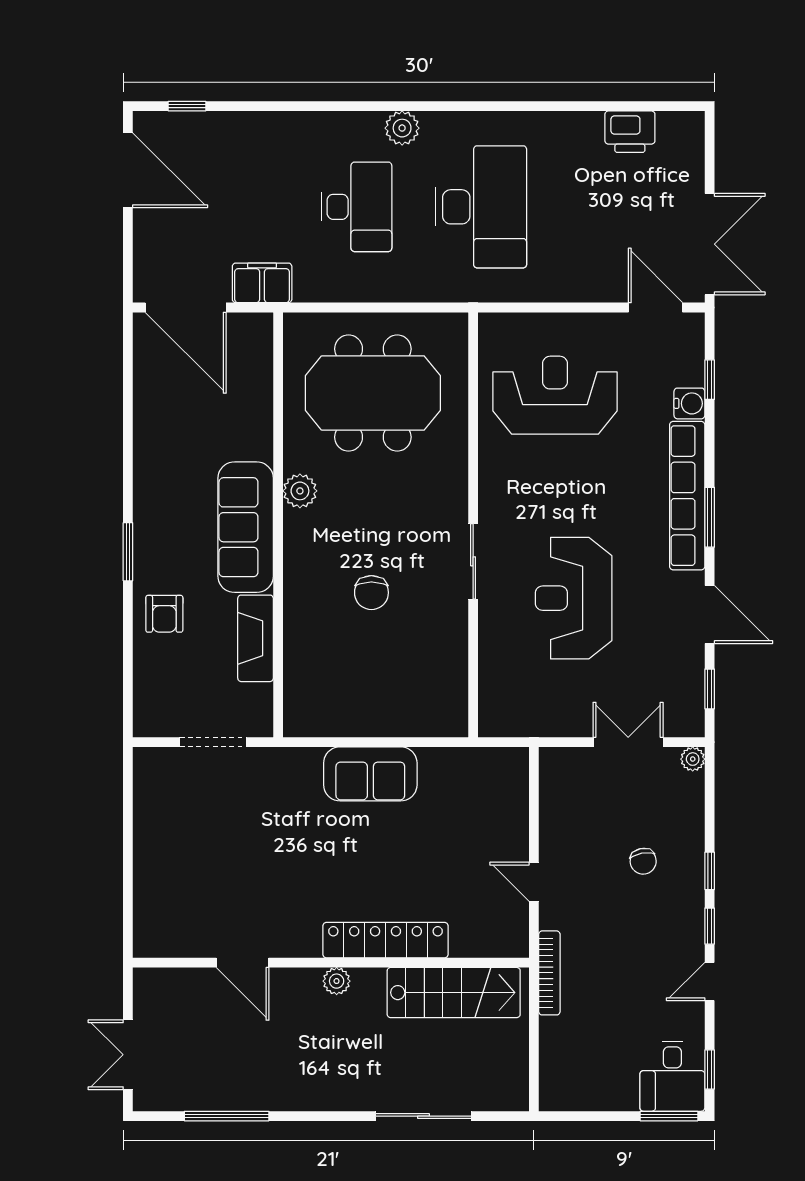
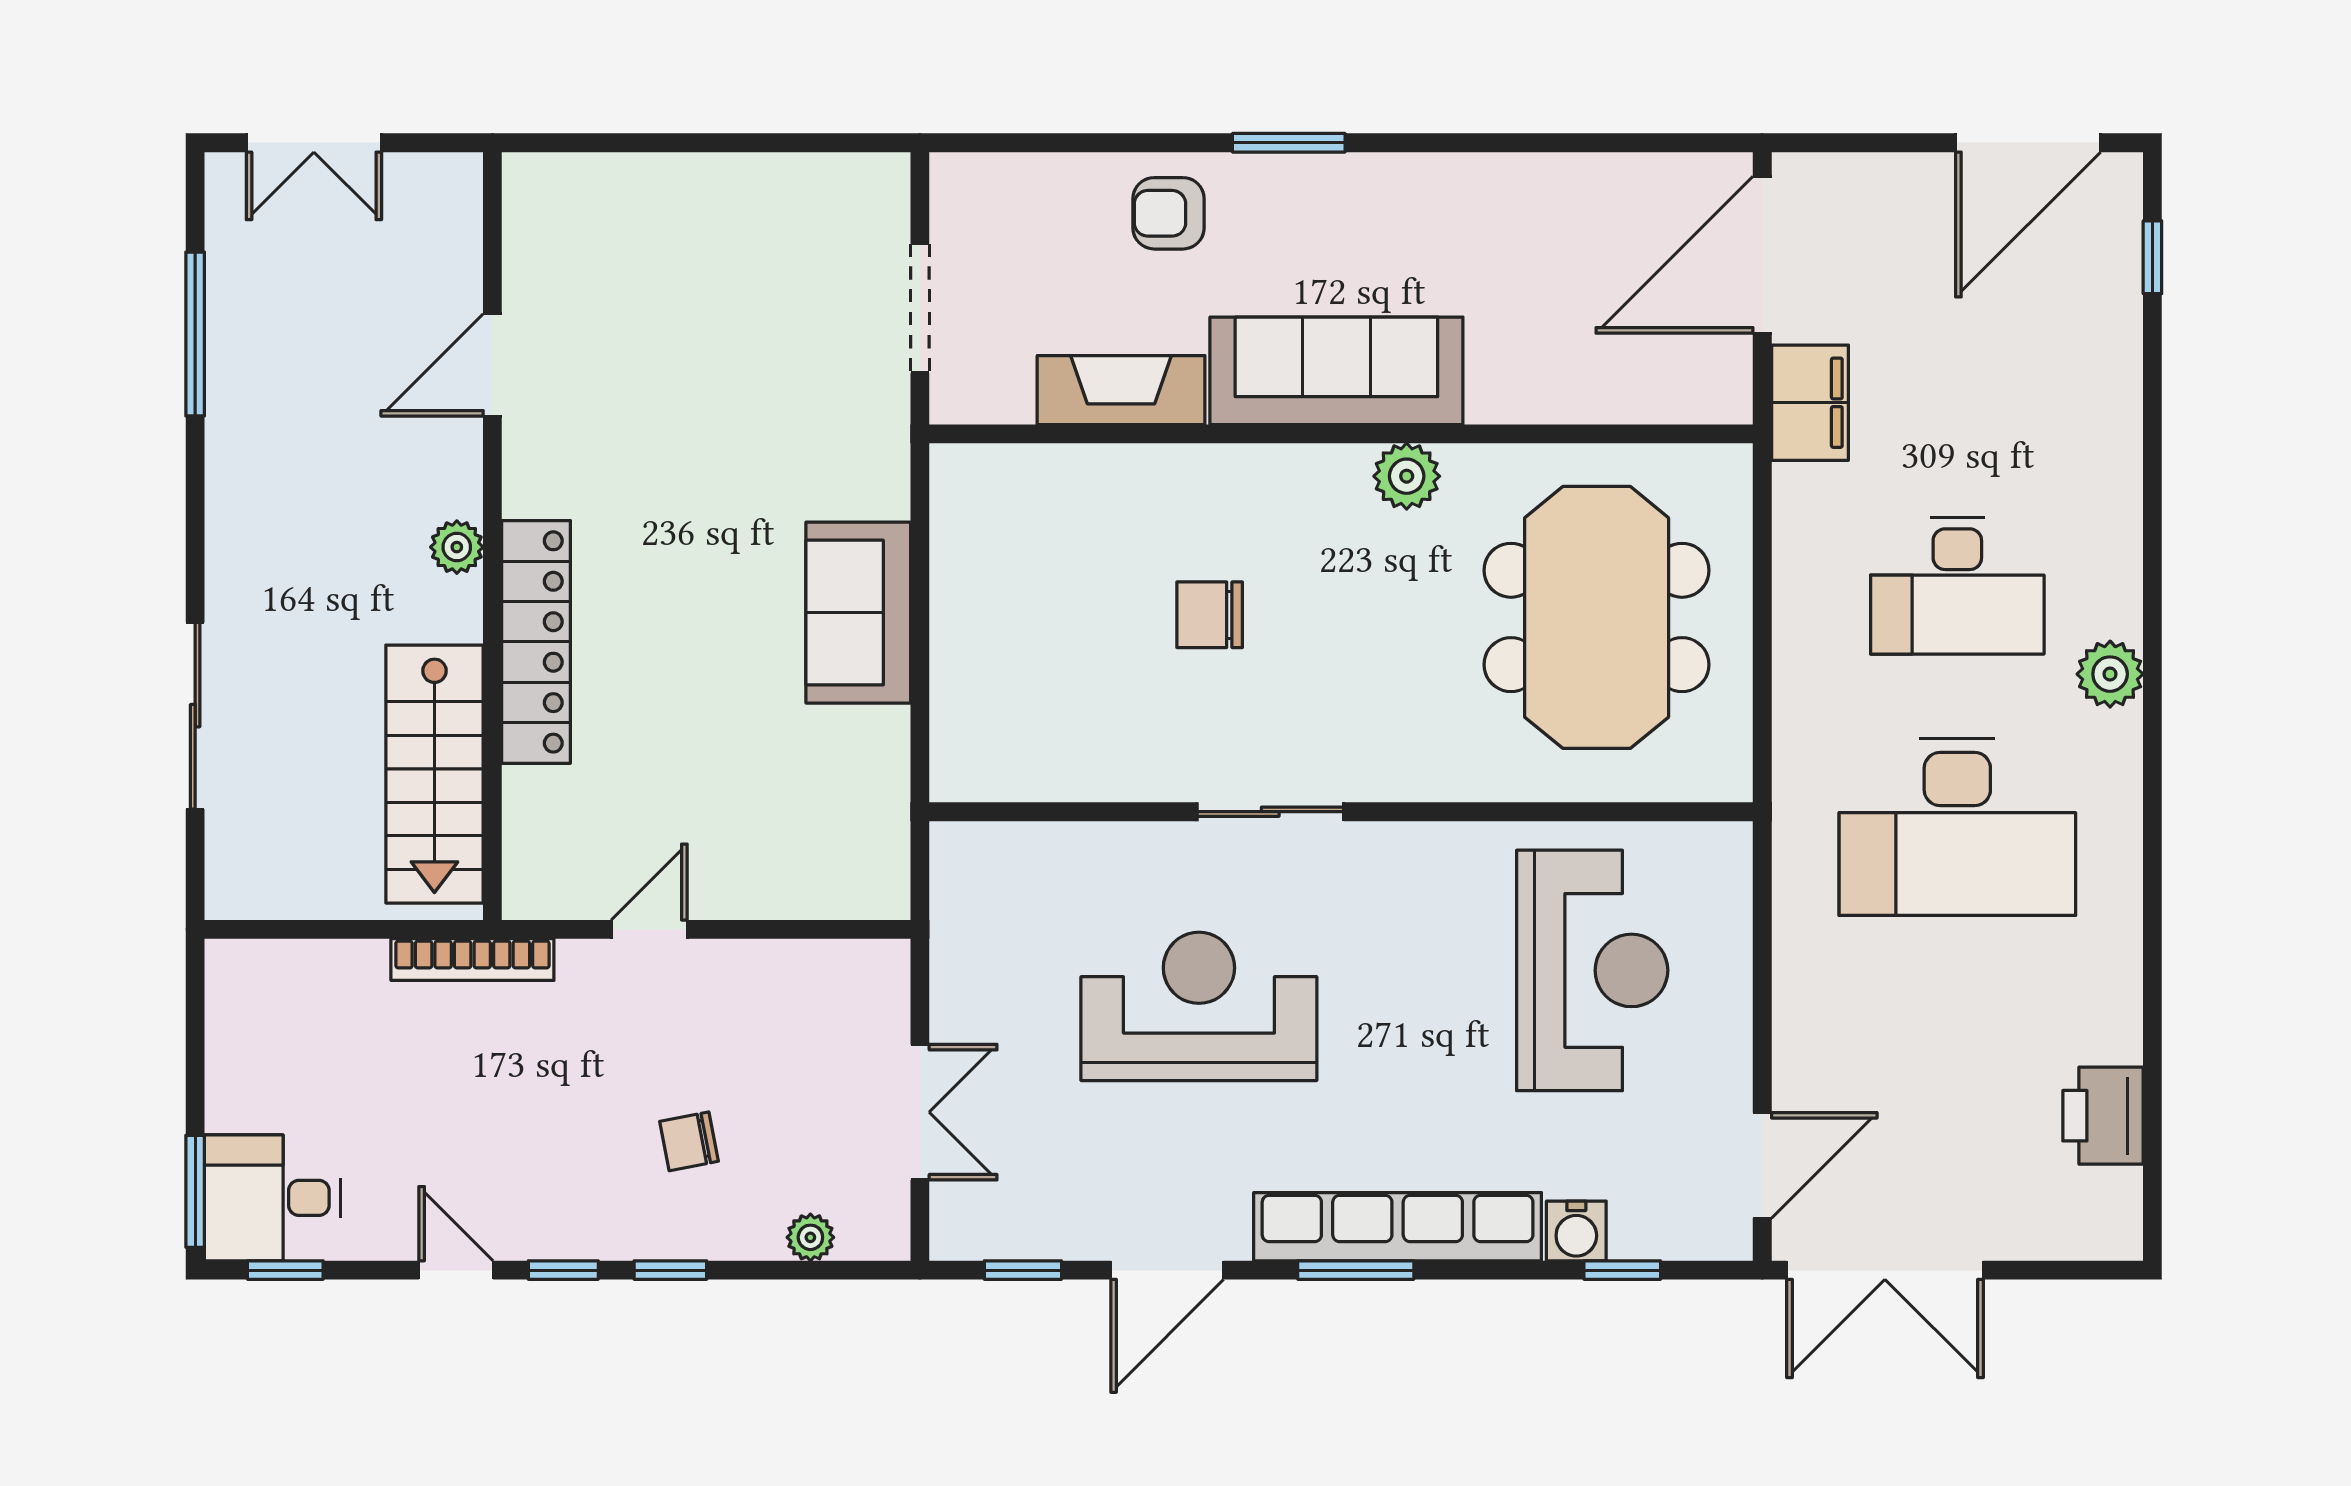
plant: (693, 759) -> (810, 1237), moved
double door: (128, 1055) -> (314, 143), swing flipped

